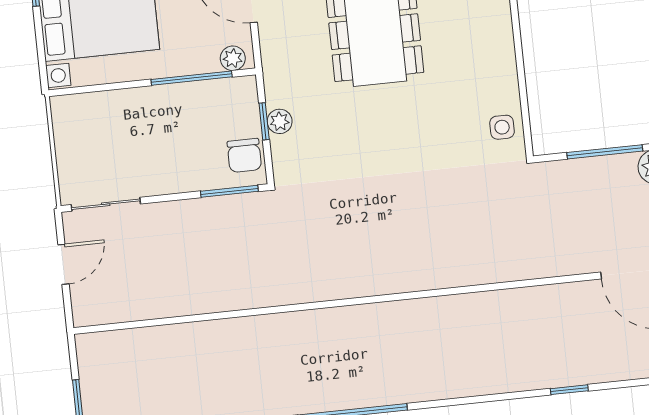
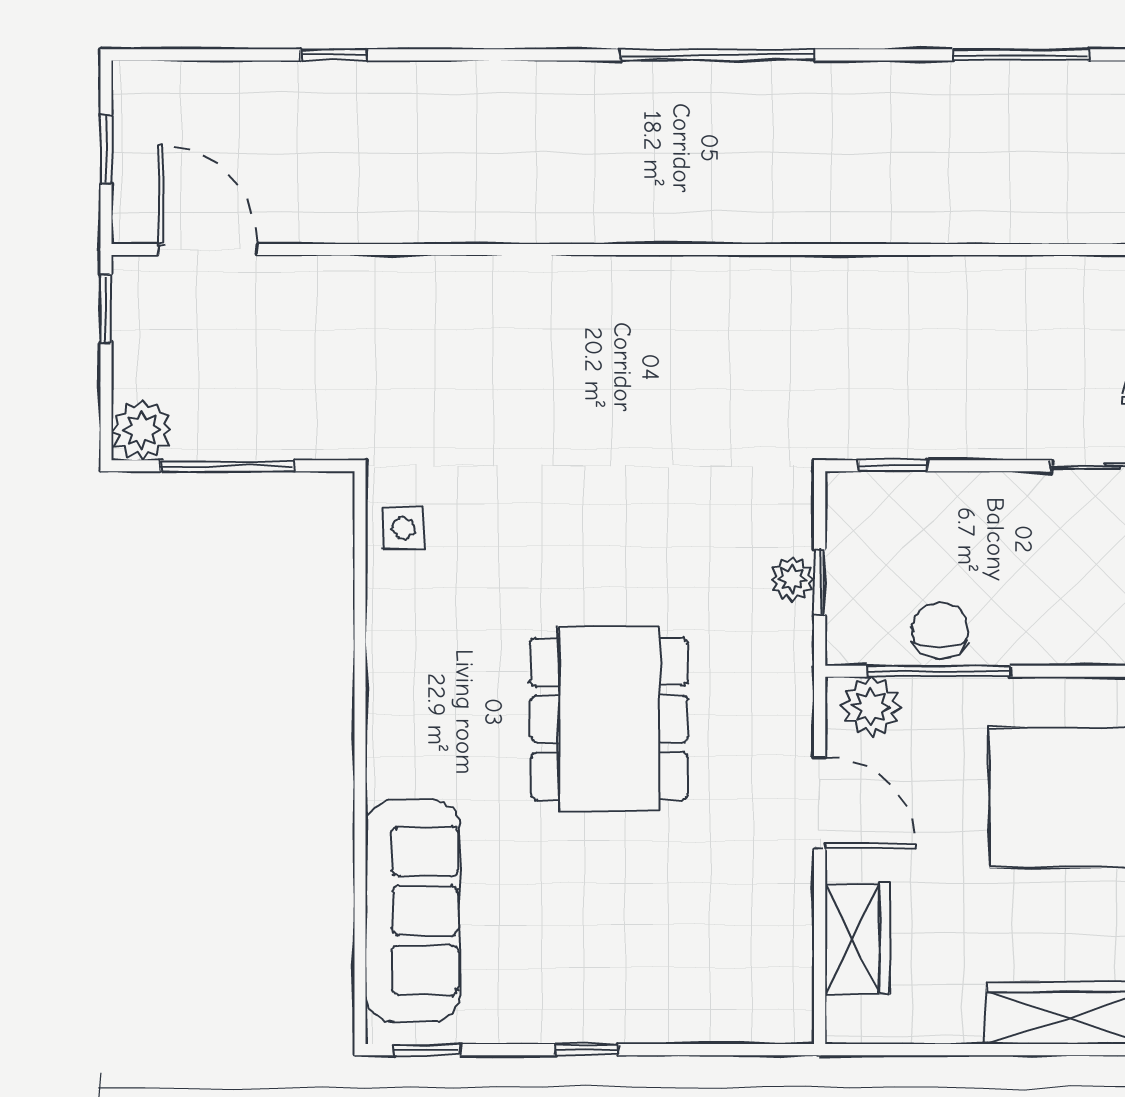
plant: (233, 58) -> (871, 707), width x1.38, depth x1.38
chair: (244, 155) -> (940, 631), moved
window: (229, 191) -> (893, 466), width x0.67

